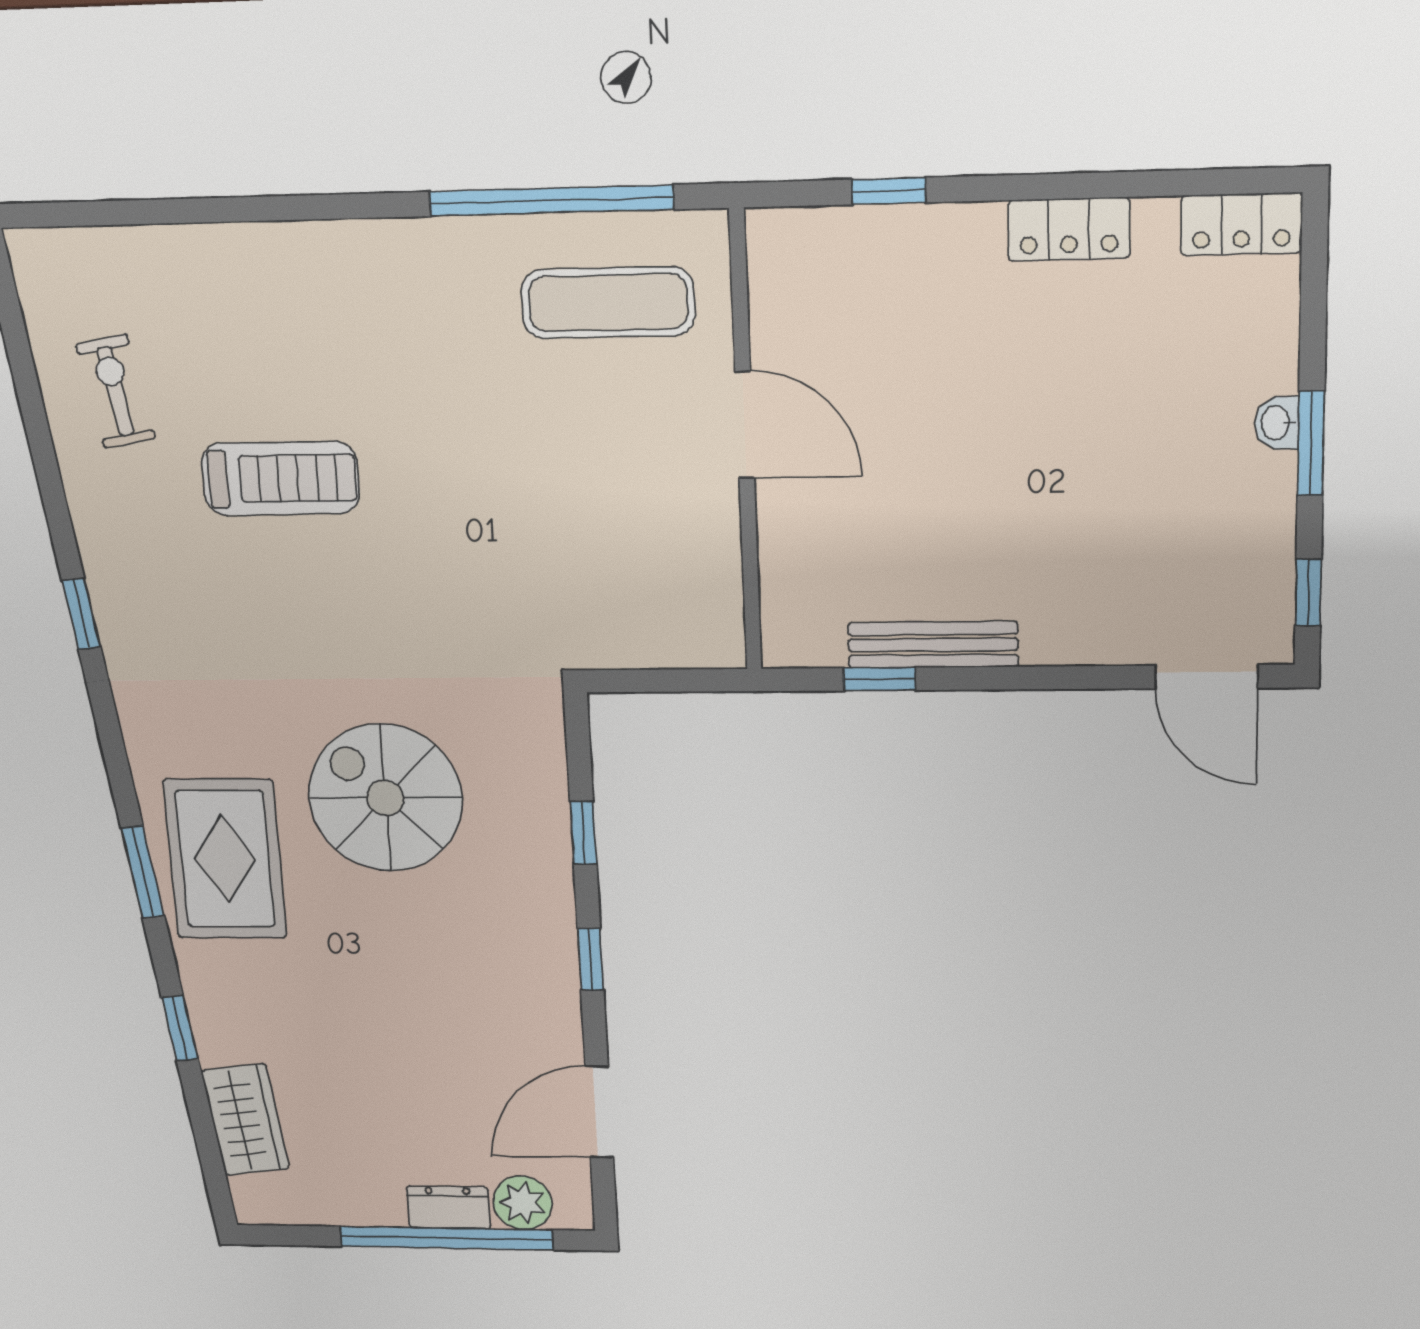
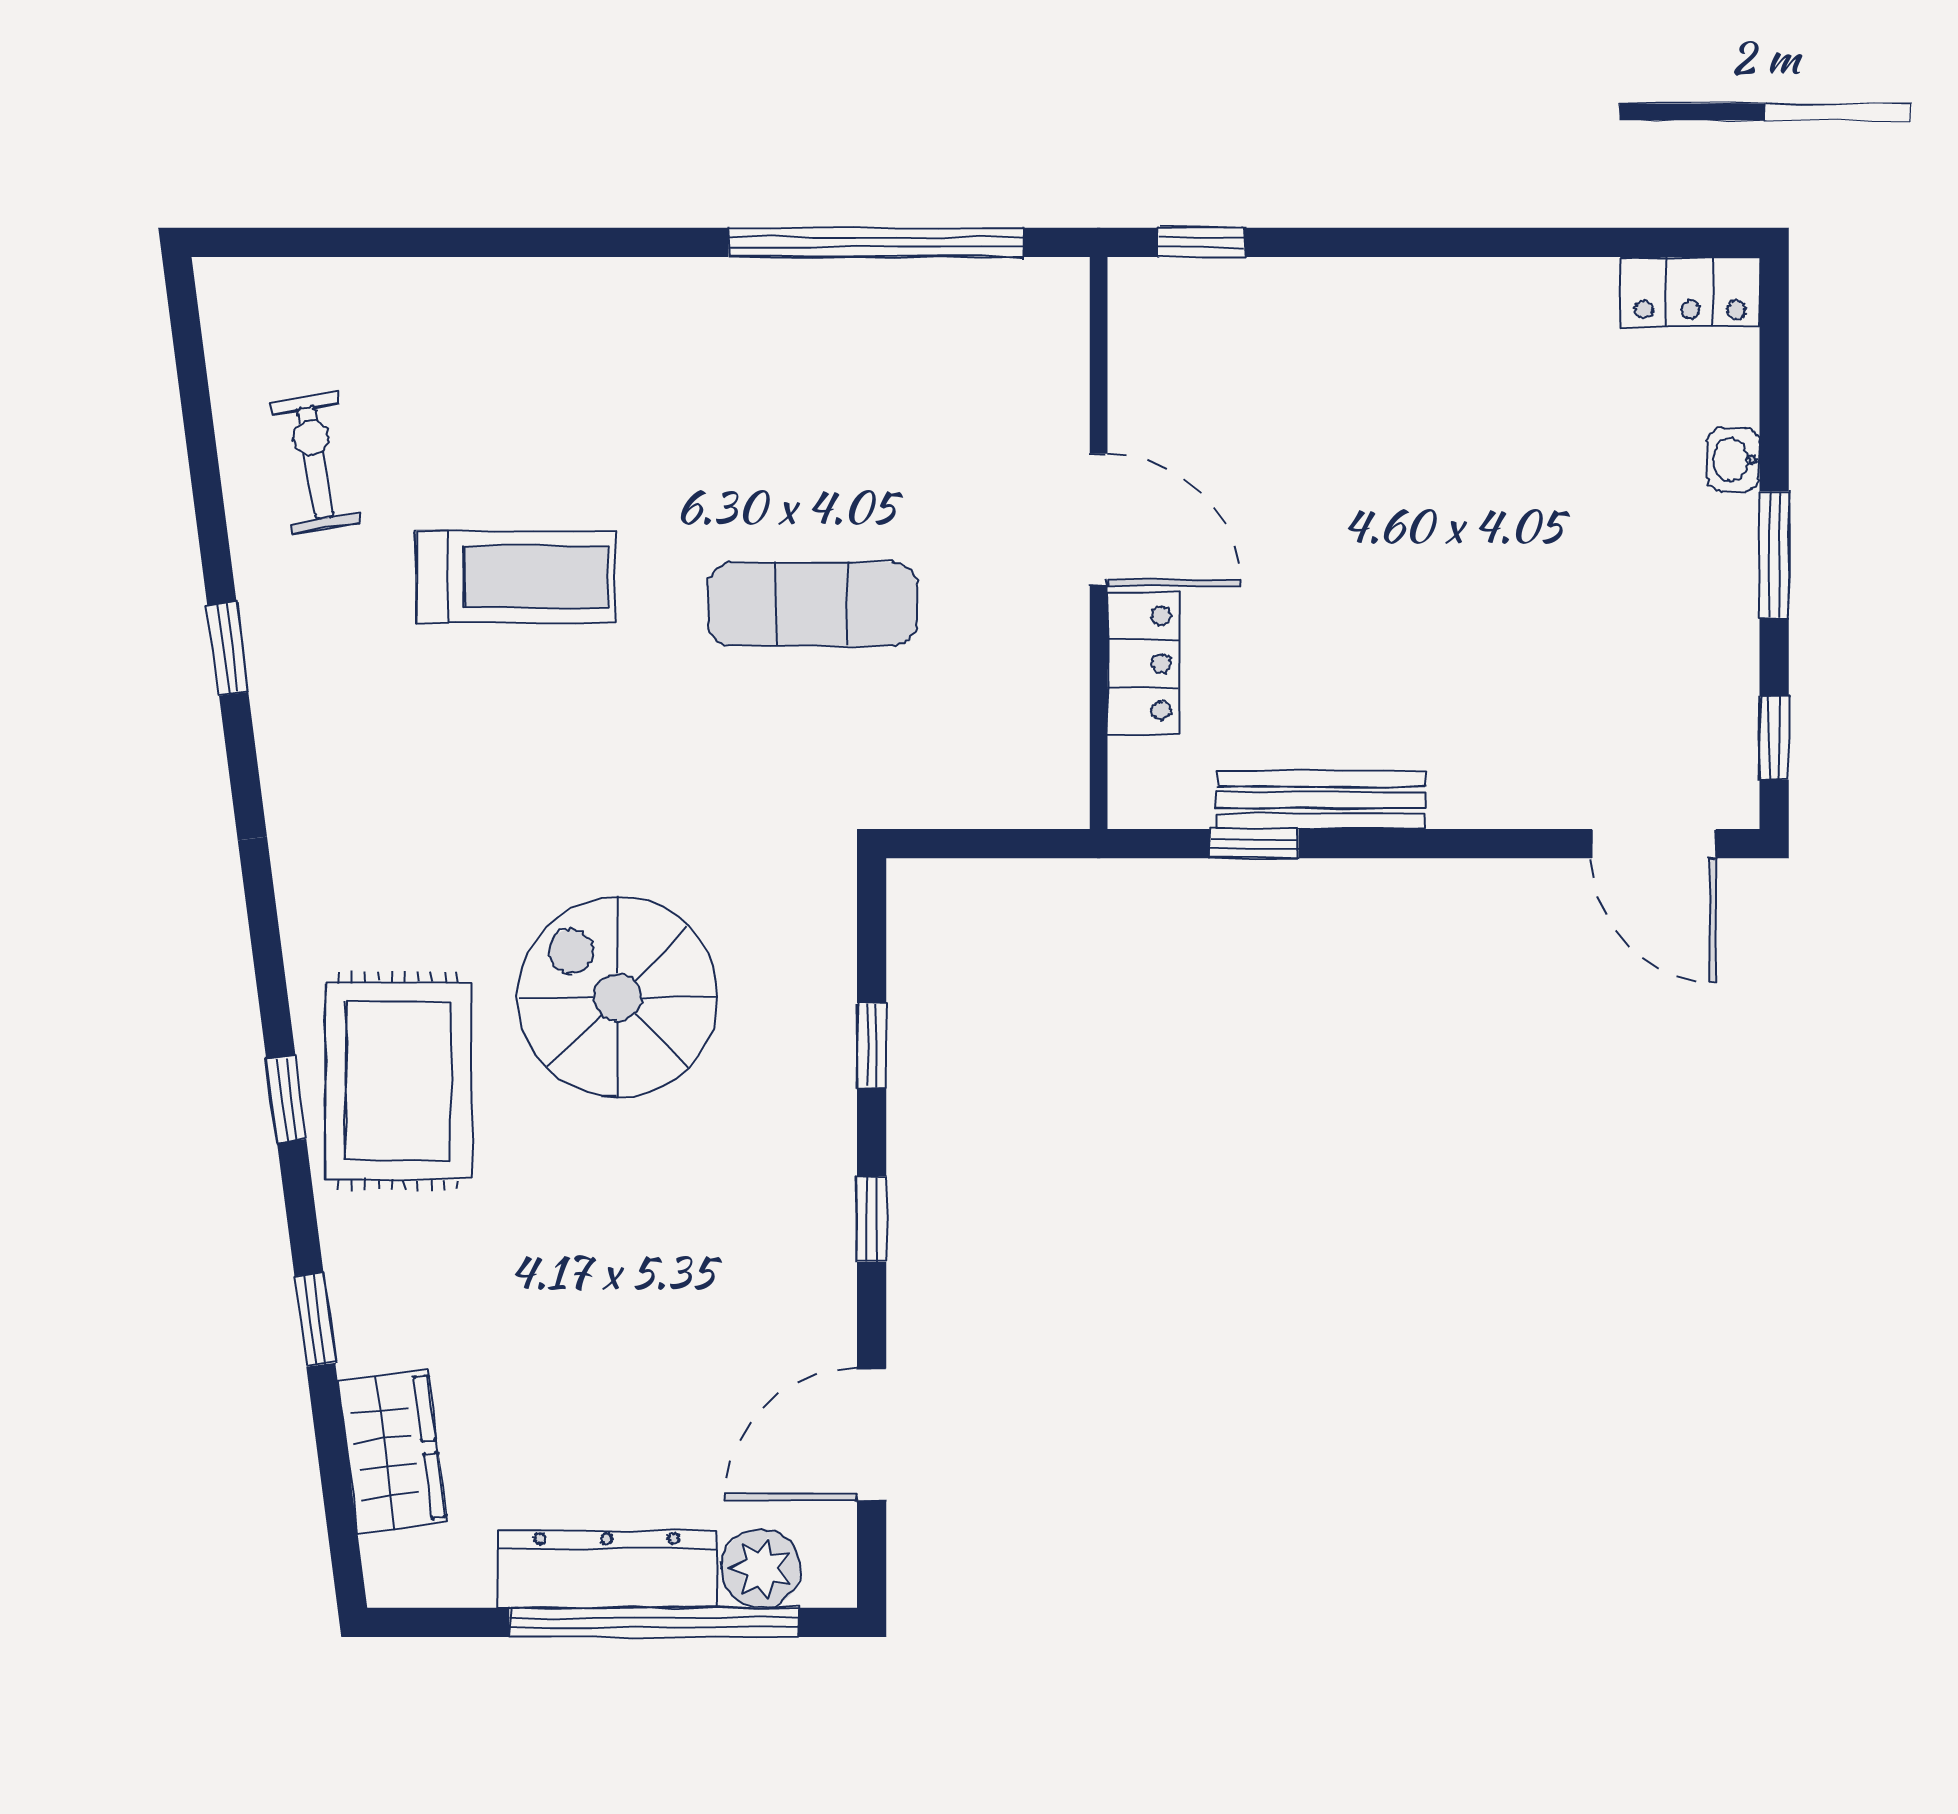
window: (889, 191) -> (1201, 242), moved
locker: (1069, 229) -> (1143, 663), moved, turned -90
exercise mat: (608, 303) -> (812, 604), moved
washbasin: (1277, 423) -> (1734, 459), moved
window: (81, 614) -> (228, 649), moved
window: (143, 872) -> (286, 1099), width x0.67
dresser: (449, 1207) -> (607, 1569), width x1.96, depth x1.24

